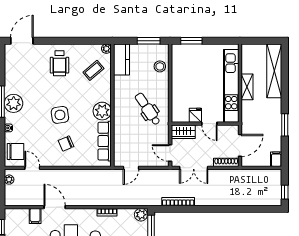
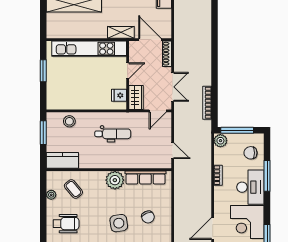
window: (191, 41) -> (43, 71), moved
plant: (106, 49) -> (51, 195), moved
shelving: (247, 87) -> (121, 32), moved
dental chair: (148, 109) -> (113, 134), turned -146
fridge: (195, 115) -> (119, 95), moved

